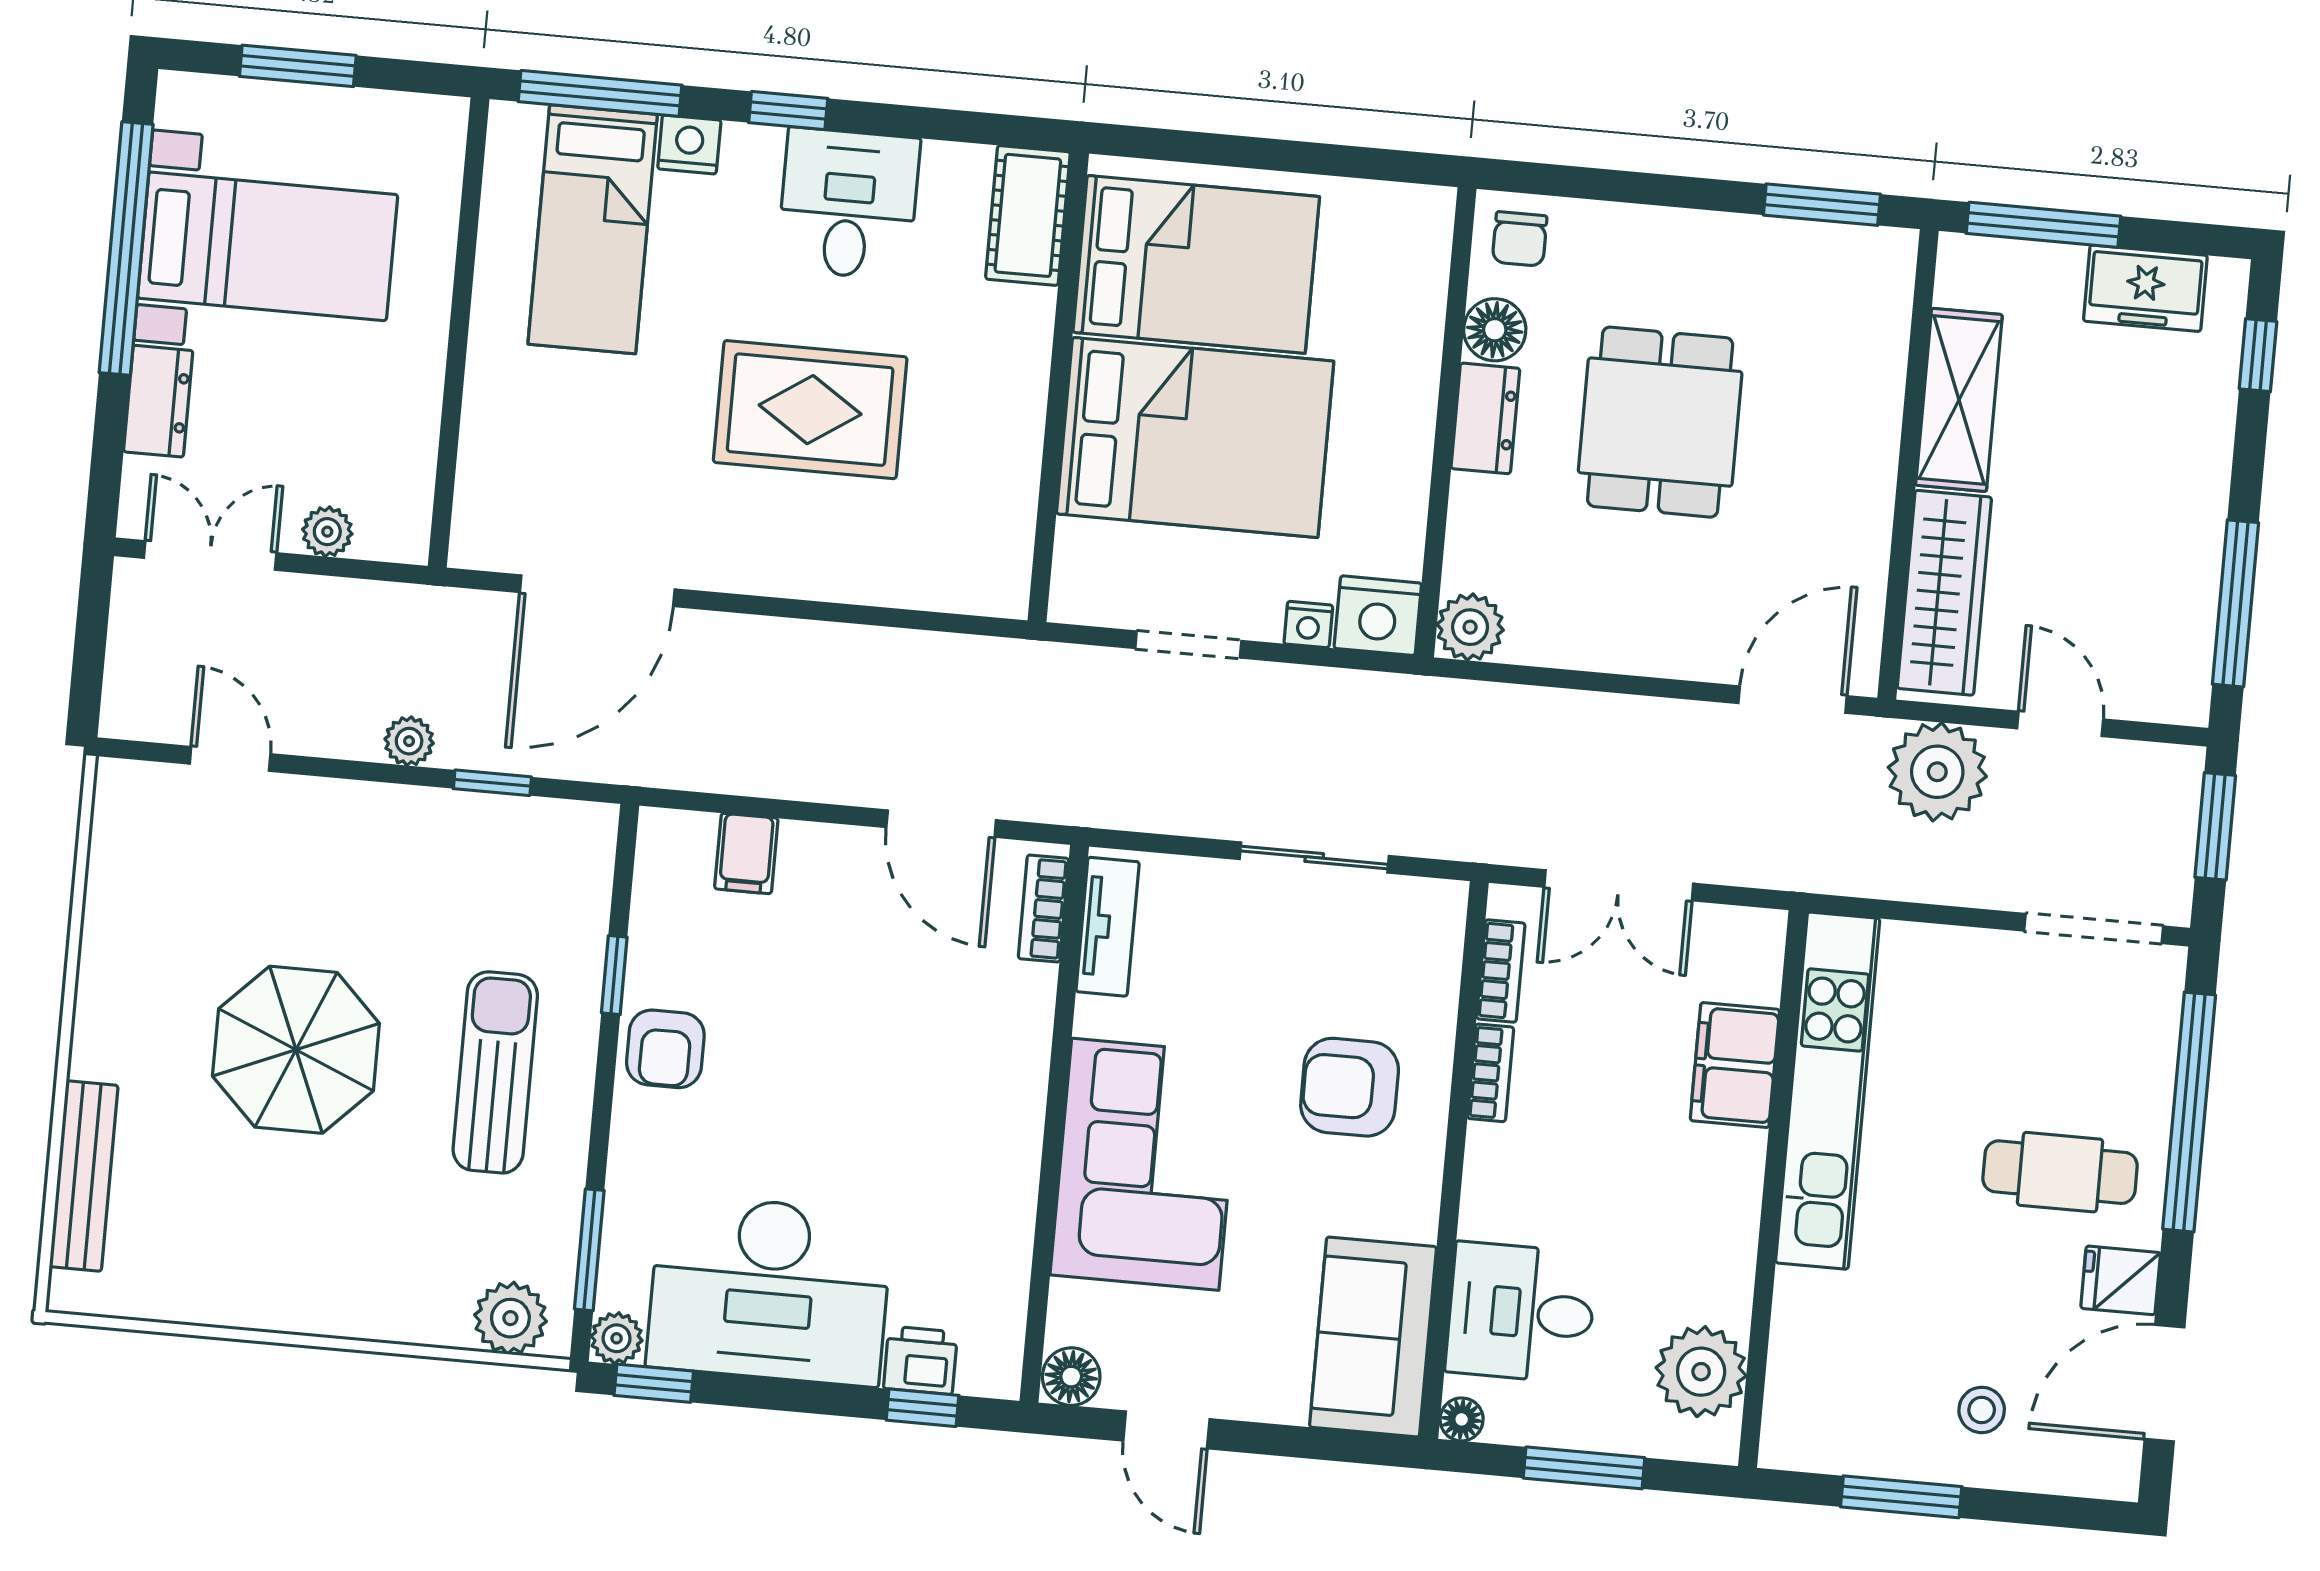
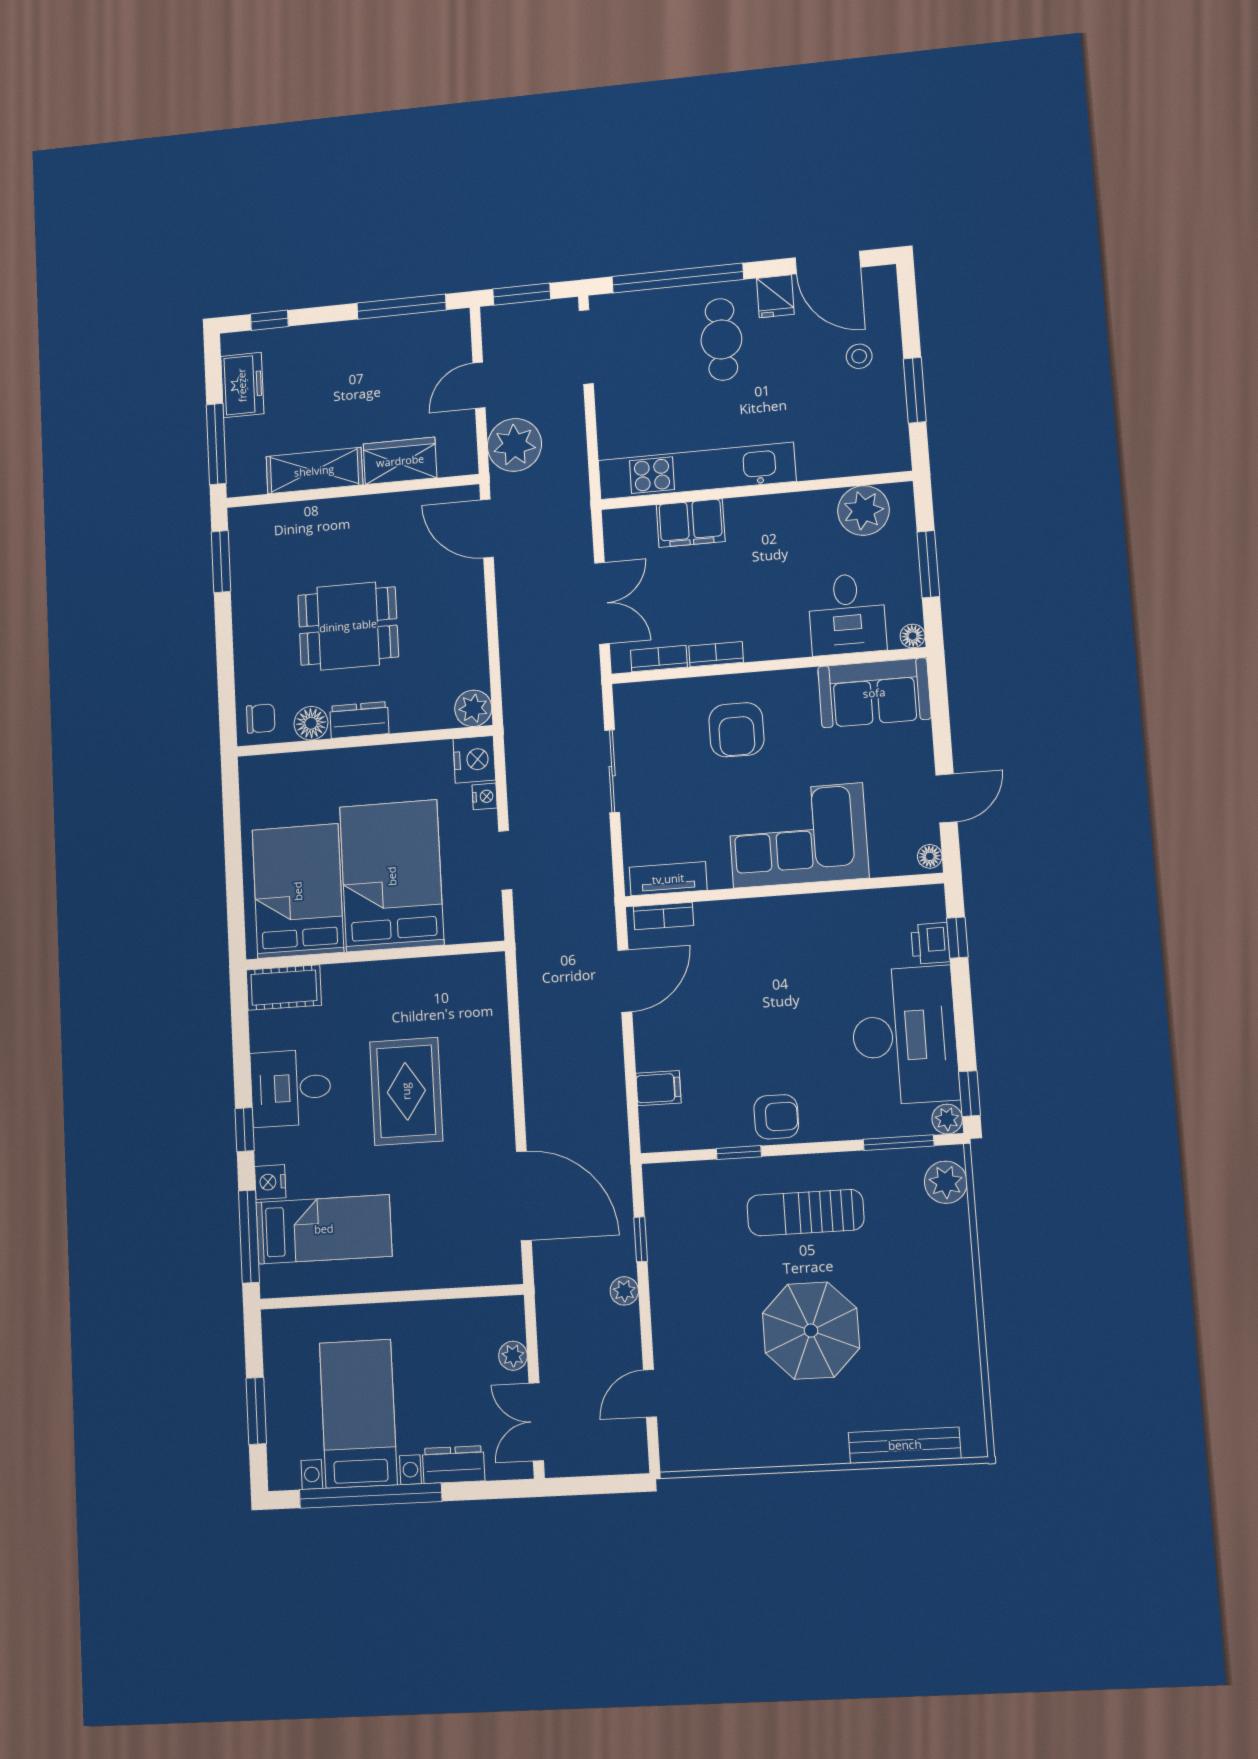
wardrobe: (1944, 593) -> (400, 461), width x0.67
floor lamp: (1071, 1377) -> (930, 856), width x0.73, depth x0.73

